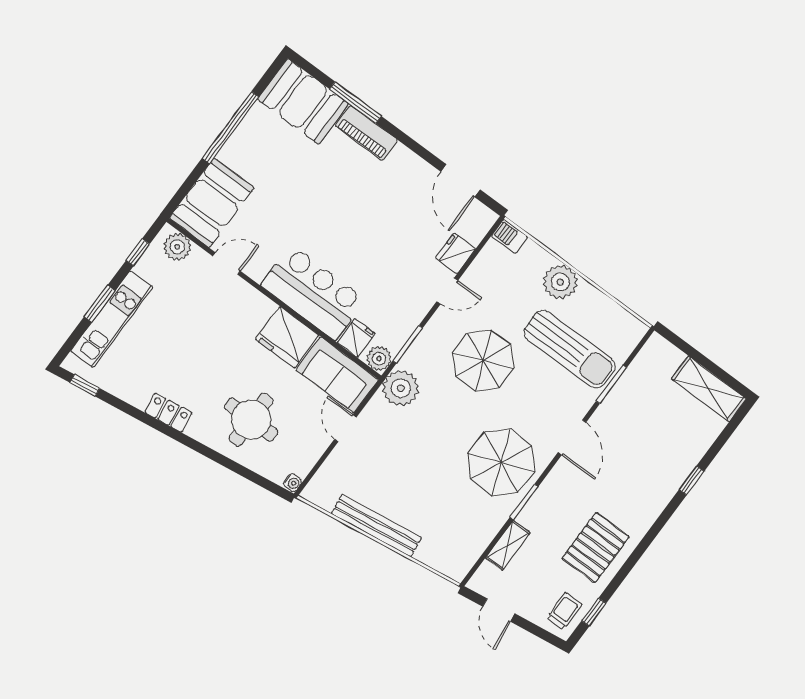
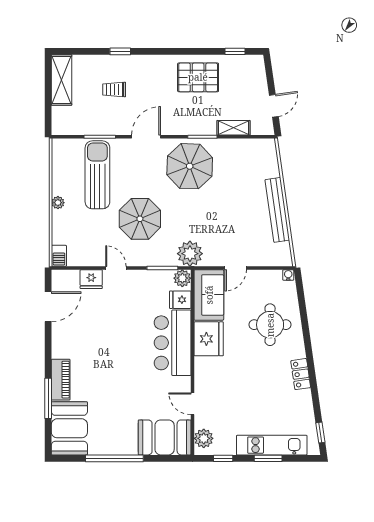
plant: (560, 282) -> (58, 203), width x0.53, depth x0.53
trolley: (564, 611) -> (114, 89), moved

